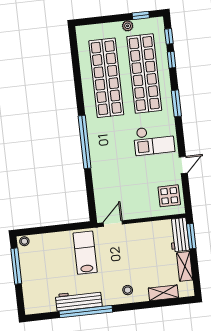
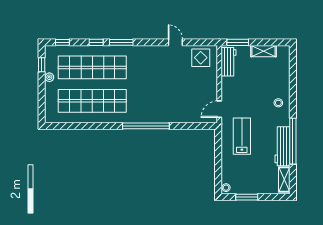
window: (172, 60) -> (96, 42), moved
checkout: (154, 140) -> (151, 65), removed
door: (113, 223) -> (219, 109), hinge flipped
workbench: (179, 235) -> (228, 62), moved, turned -90
lab bench: (85, 253) -> (242, 136), turned 90
window: (16, 266) -> (247, 197), width x0.69
shelving: (163, 293) -> (284, 180), moved

